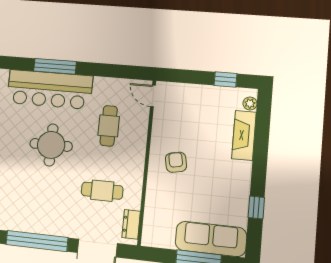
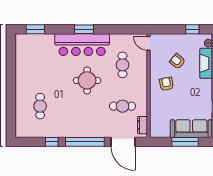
window: (55, 66) -> (84, 29), width x0.69
armchair: (197, 128) -> (177, 61), added

